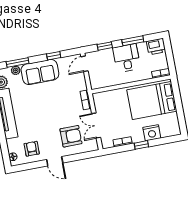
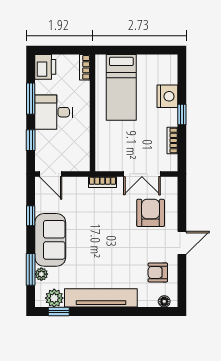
bed: (152, 101) -> (121, 87), width x0.67

